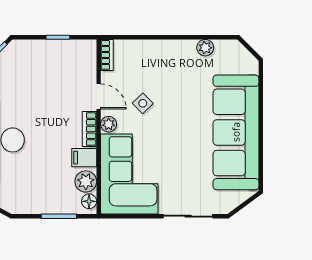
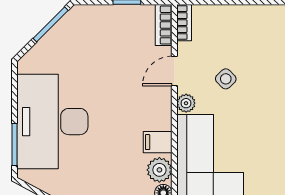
door: (99, 97) -> (174, 71), swing flipped
bookcase: (89, 129) -> (164, 25), moved

